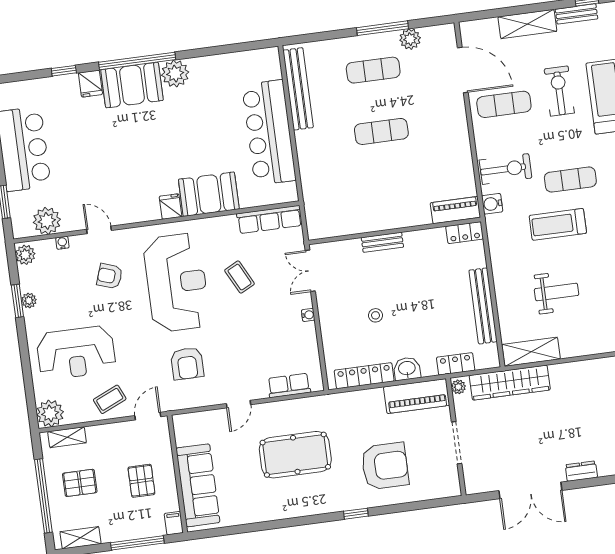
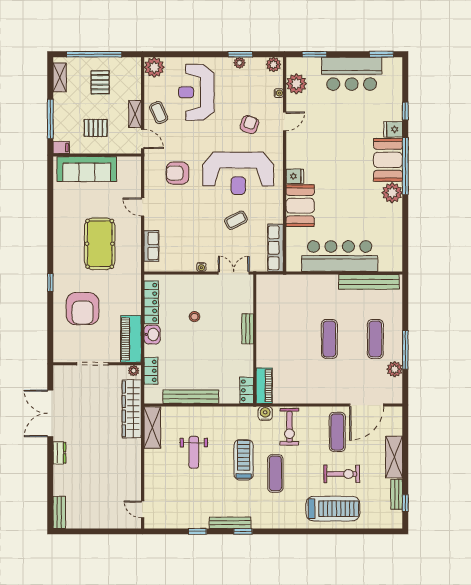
shelving: (67, 437) -> (135, 114), moved

